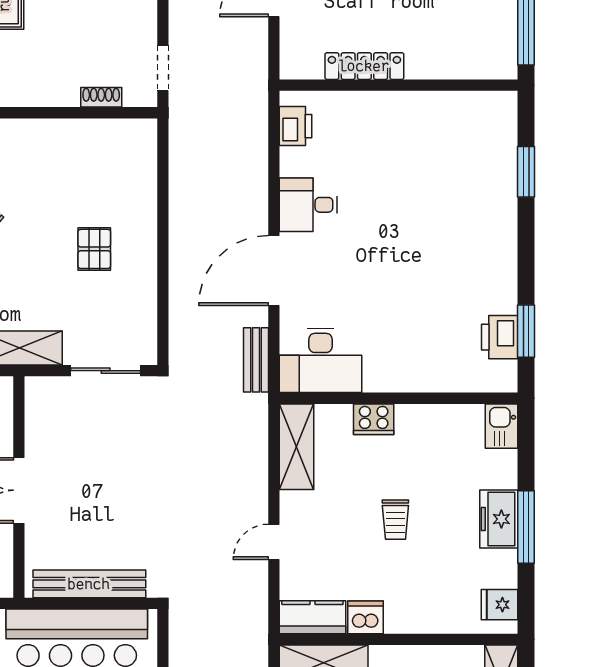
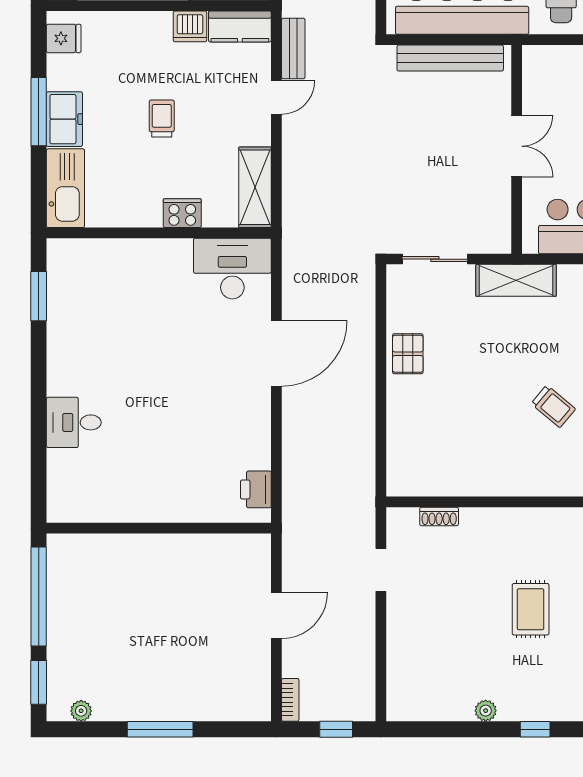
locker: (364, 66) -> (191, 546), removed
doorway: (163, 68) -> (381, 570), moved
window: (526, 172) -> (39, 446), removed
desk: (308, 205) -> (74, 422), moved, turned 180
pallet: (94, 249) -> (408, 354), moved
printer: (500, 337) -> (63, 290), removed
bench: (256, 360) -> (293, 48), moved
kitchen sink: (502, 426) -> (65, 188), width x1.88, depth x1.24

